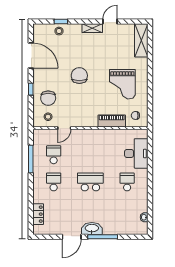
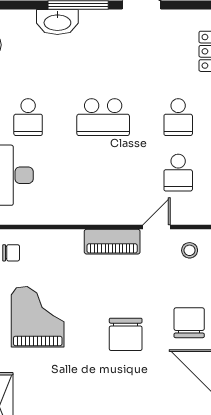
chair: (48, 98) -> (189, 323), moved
piano: (112, 121) -> (112, 242), moved
washbasin: (92, 228) -> (57, 22), moved

